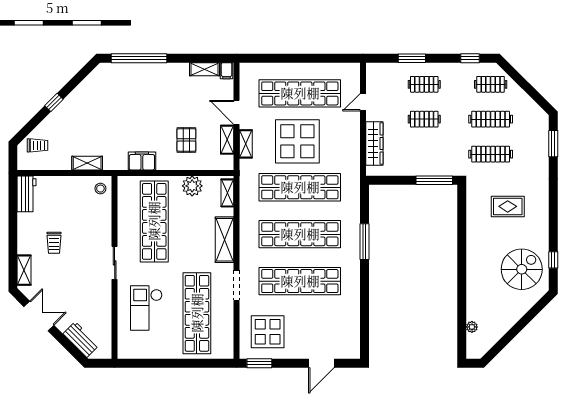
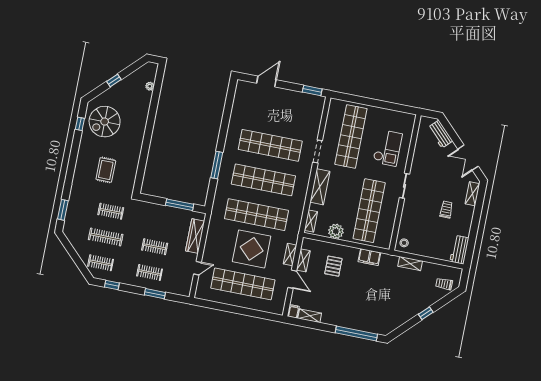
clothes rail: (491, 154) -> (111, 211), width x0.73
window: (434, 180) -> (180, 205), moved
rug: (508, 206) -> (106, 170), turned 90
window: (520, 325) -> (114, 80), added
display table: (268, 332) -> (301, 113), removed

